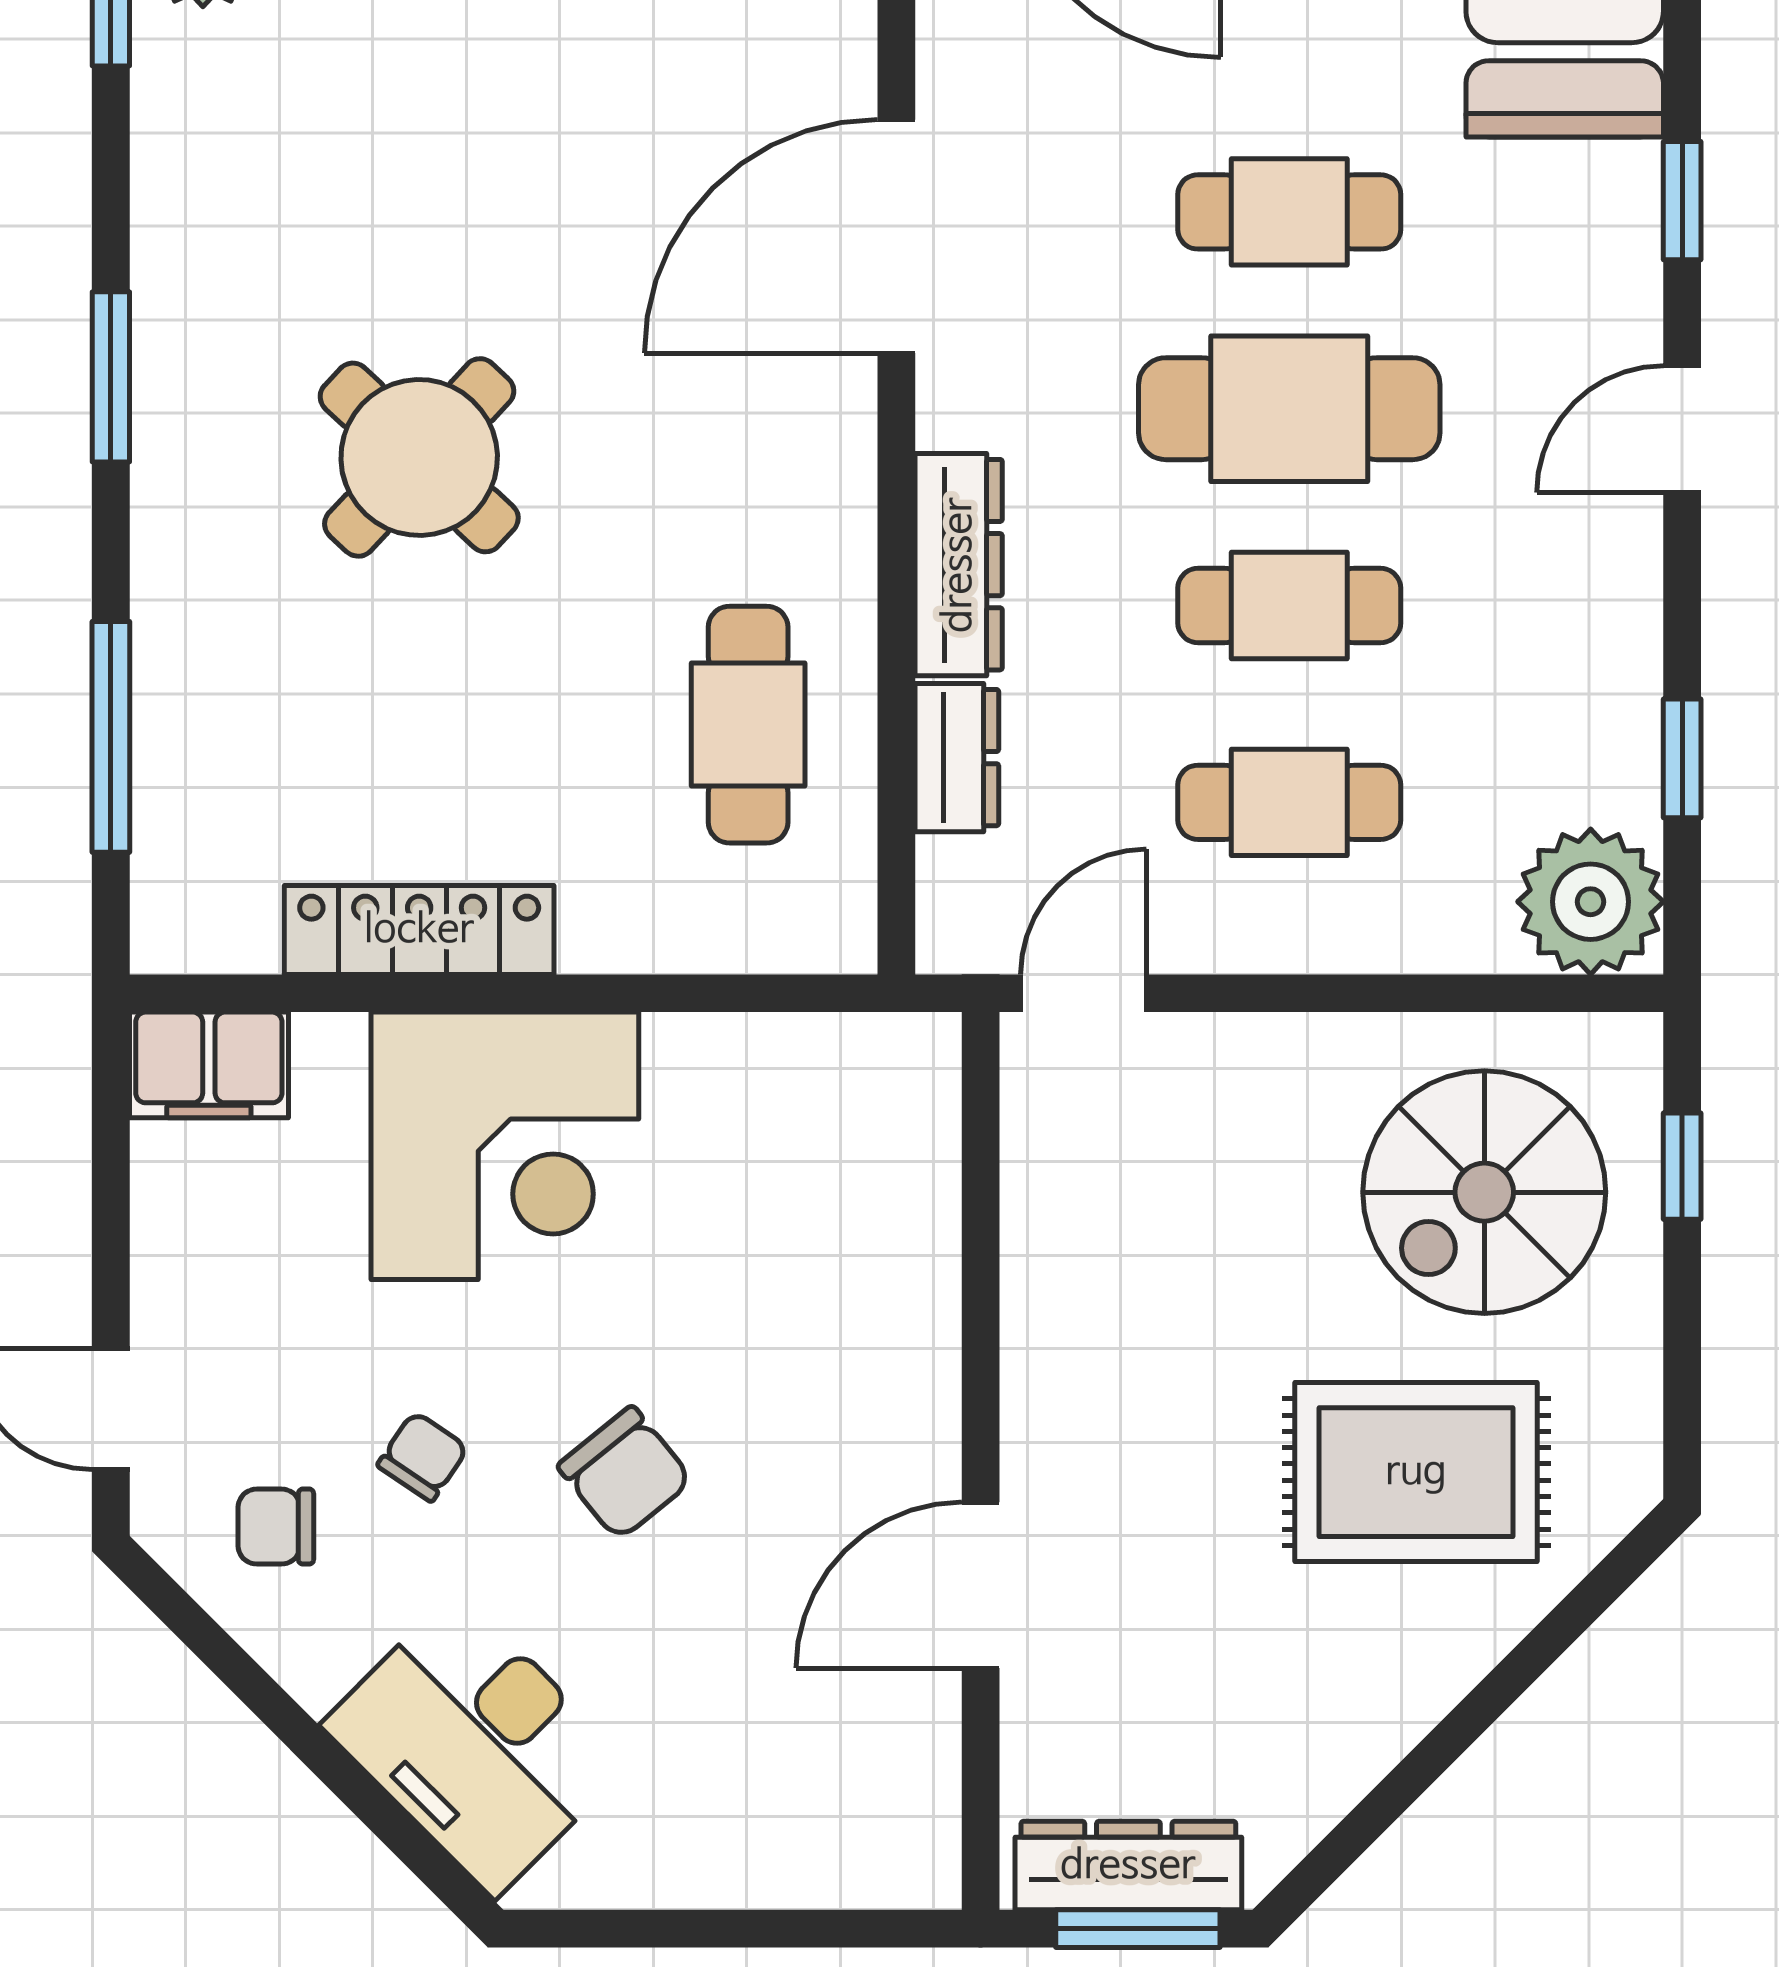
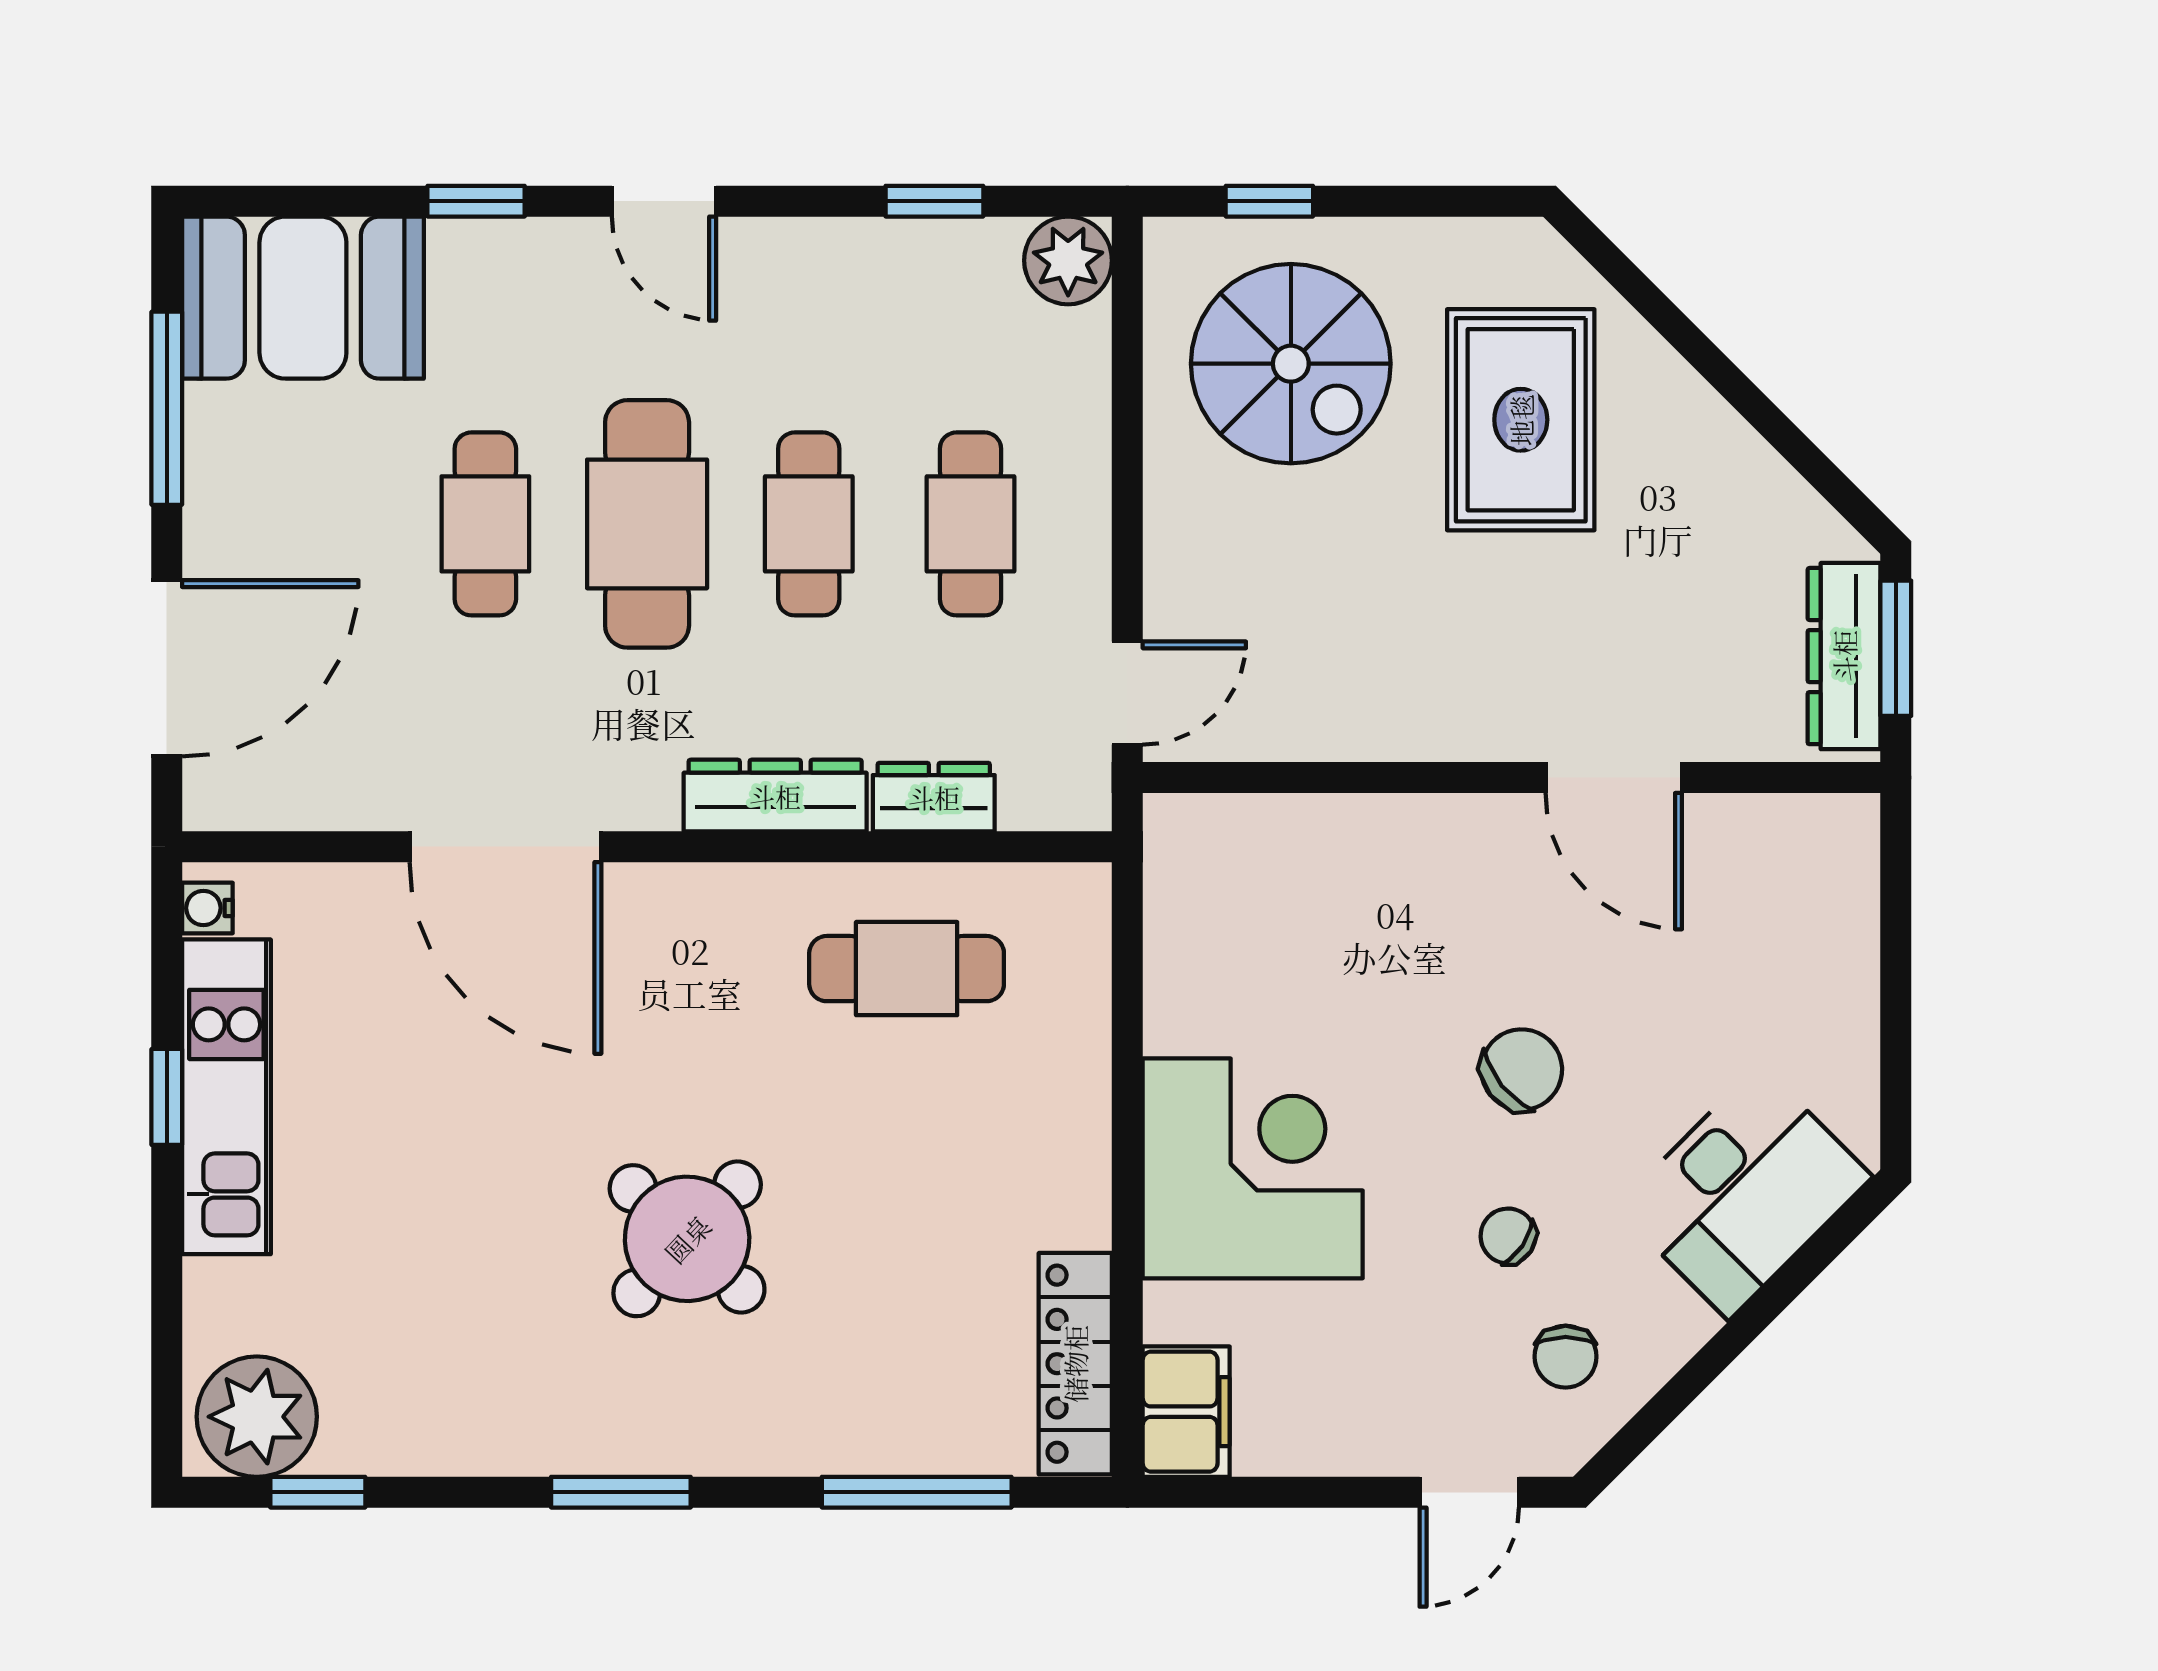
plant: (1591, 902) -> (1068, 260), width x0.73, depth x0.73
locker: (419, 930) -> (1075, 1364), moved
door: (1083, 993) -> (1127, 693), swing flipped

